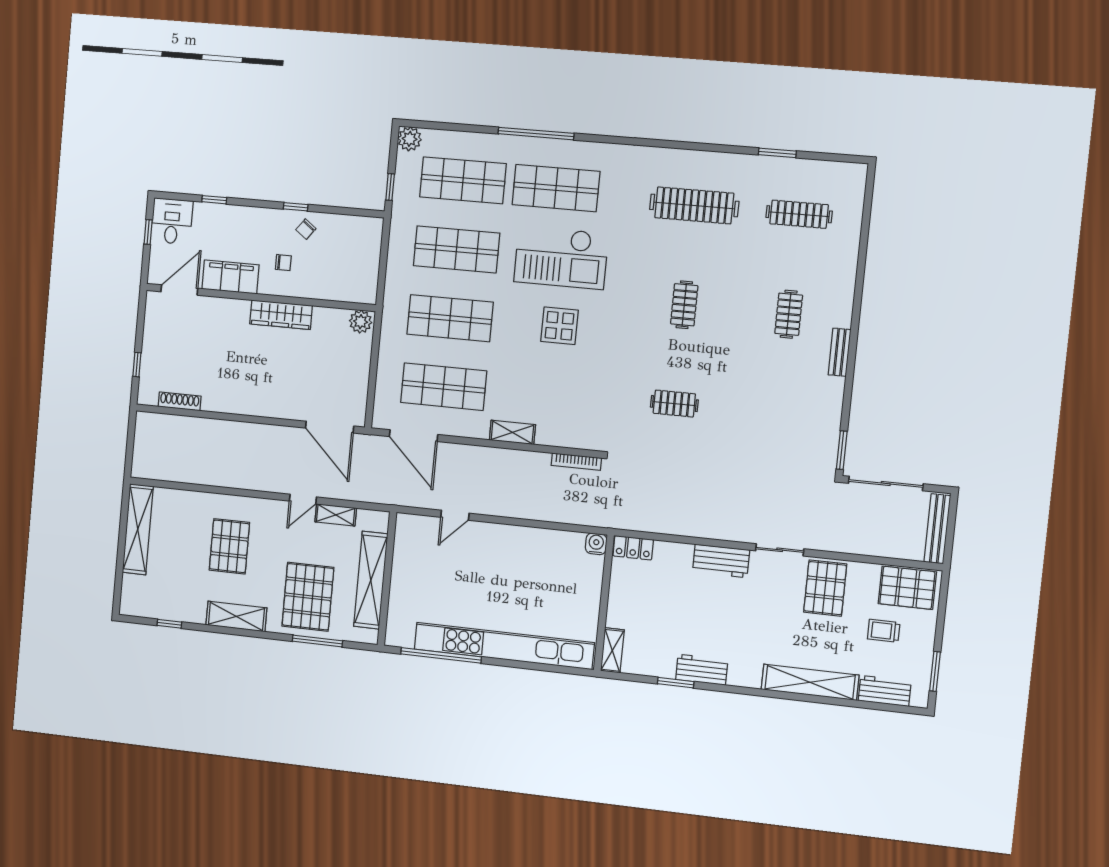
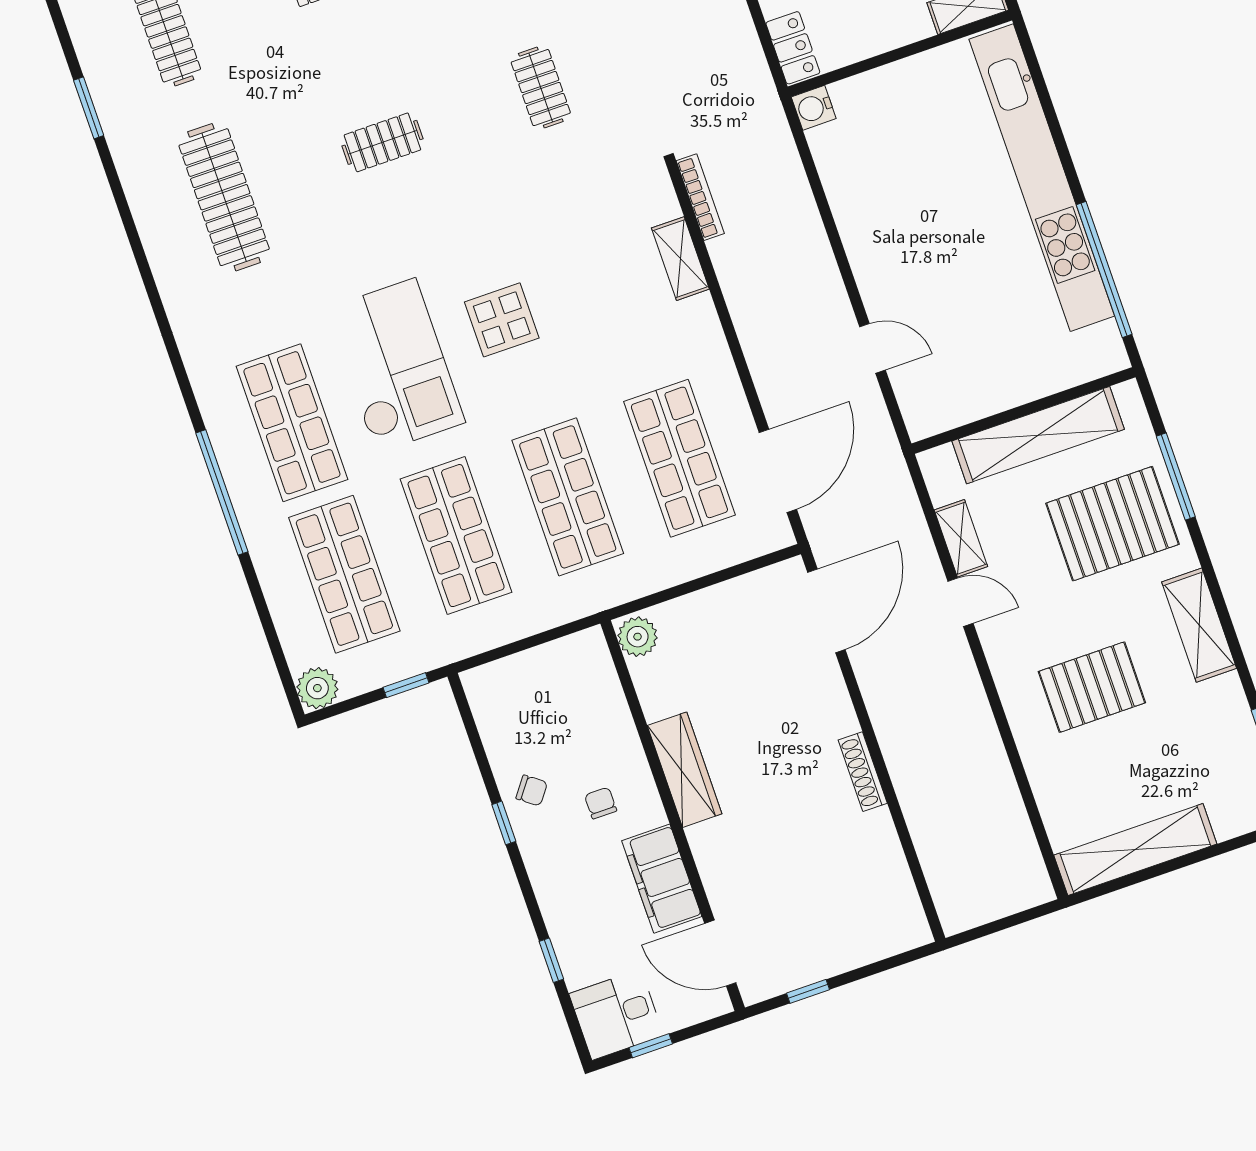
window: (137, 365) -> (808, 991), moved
shoe rack: (180, 401) -> (863, 772), moved
shelving: (512, 432) -> (680, 259), moved

